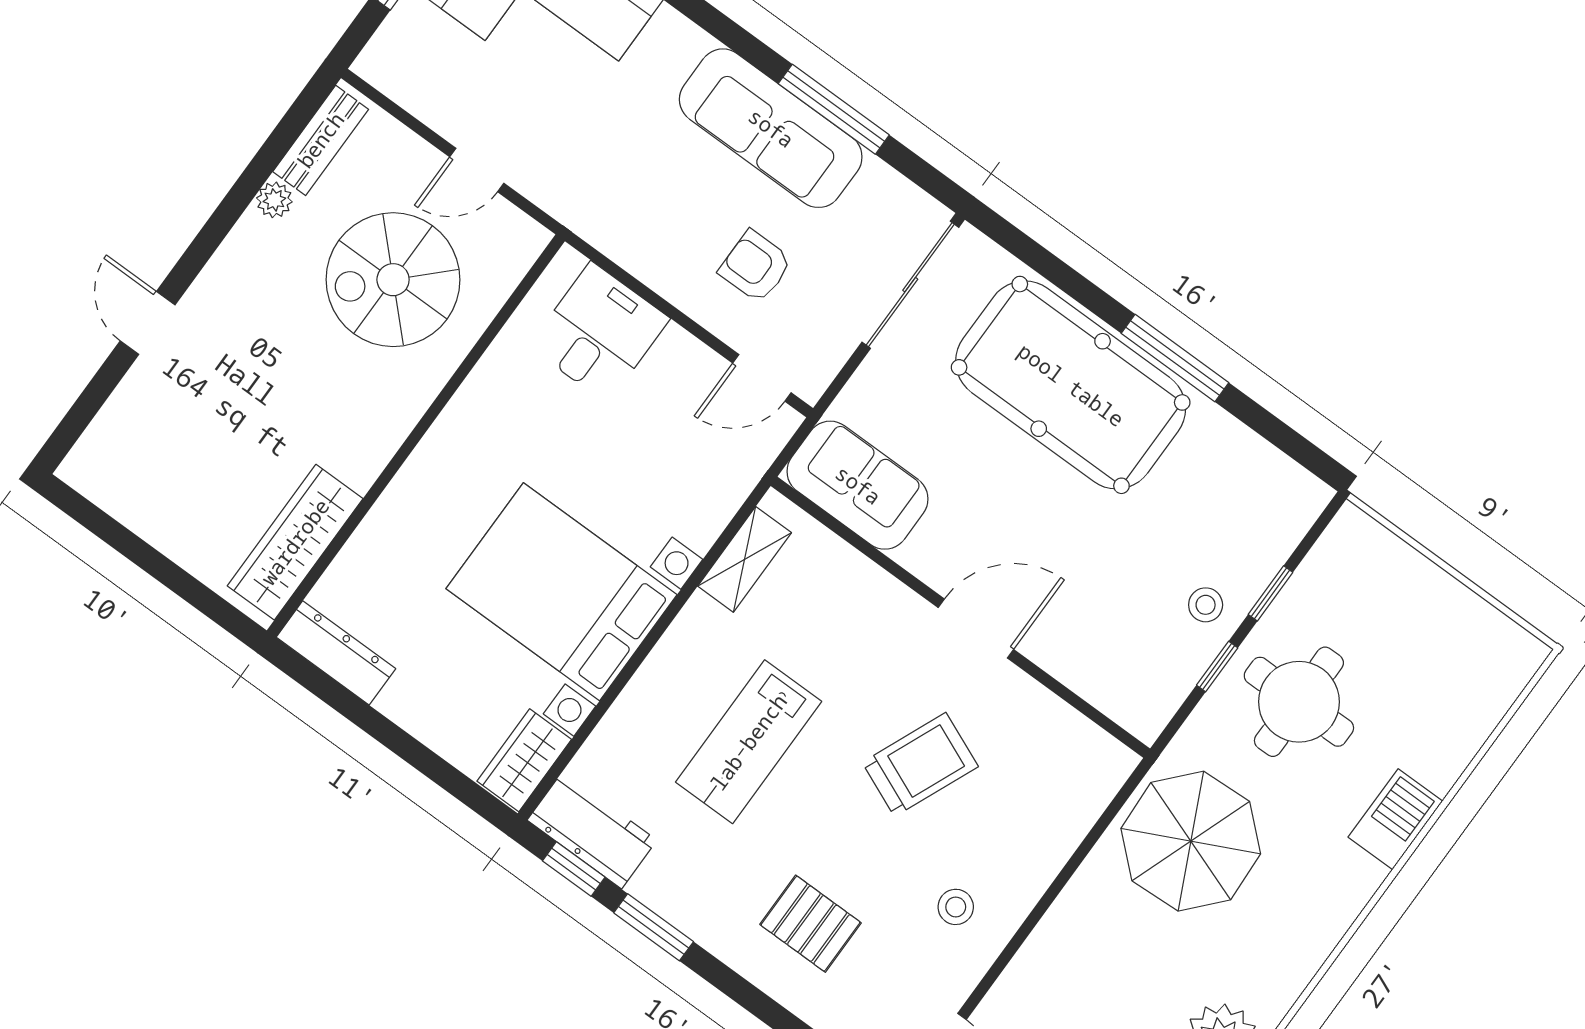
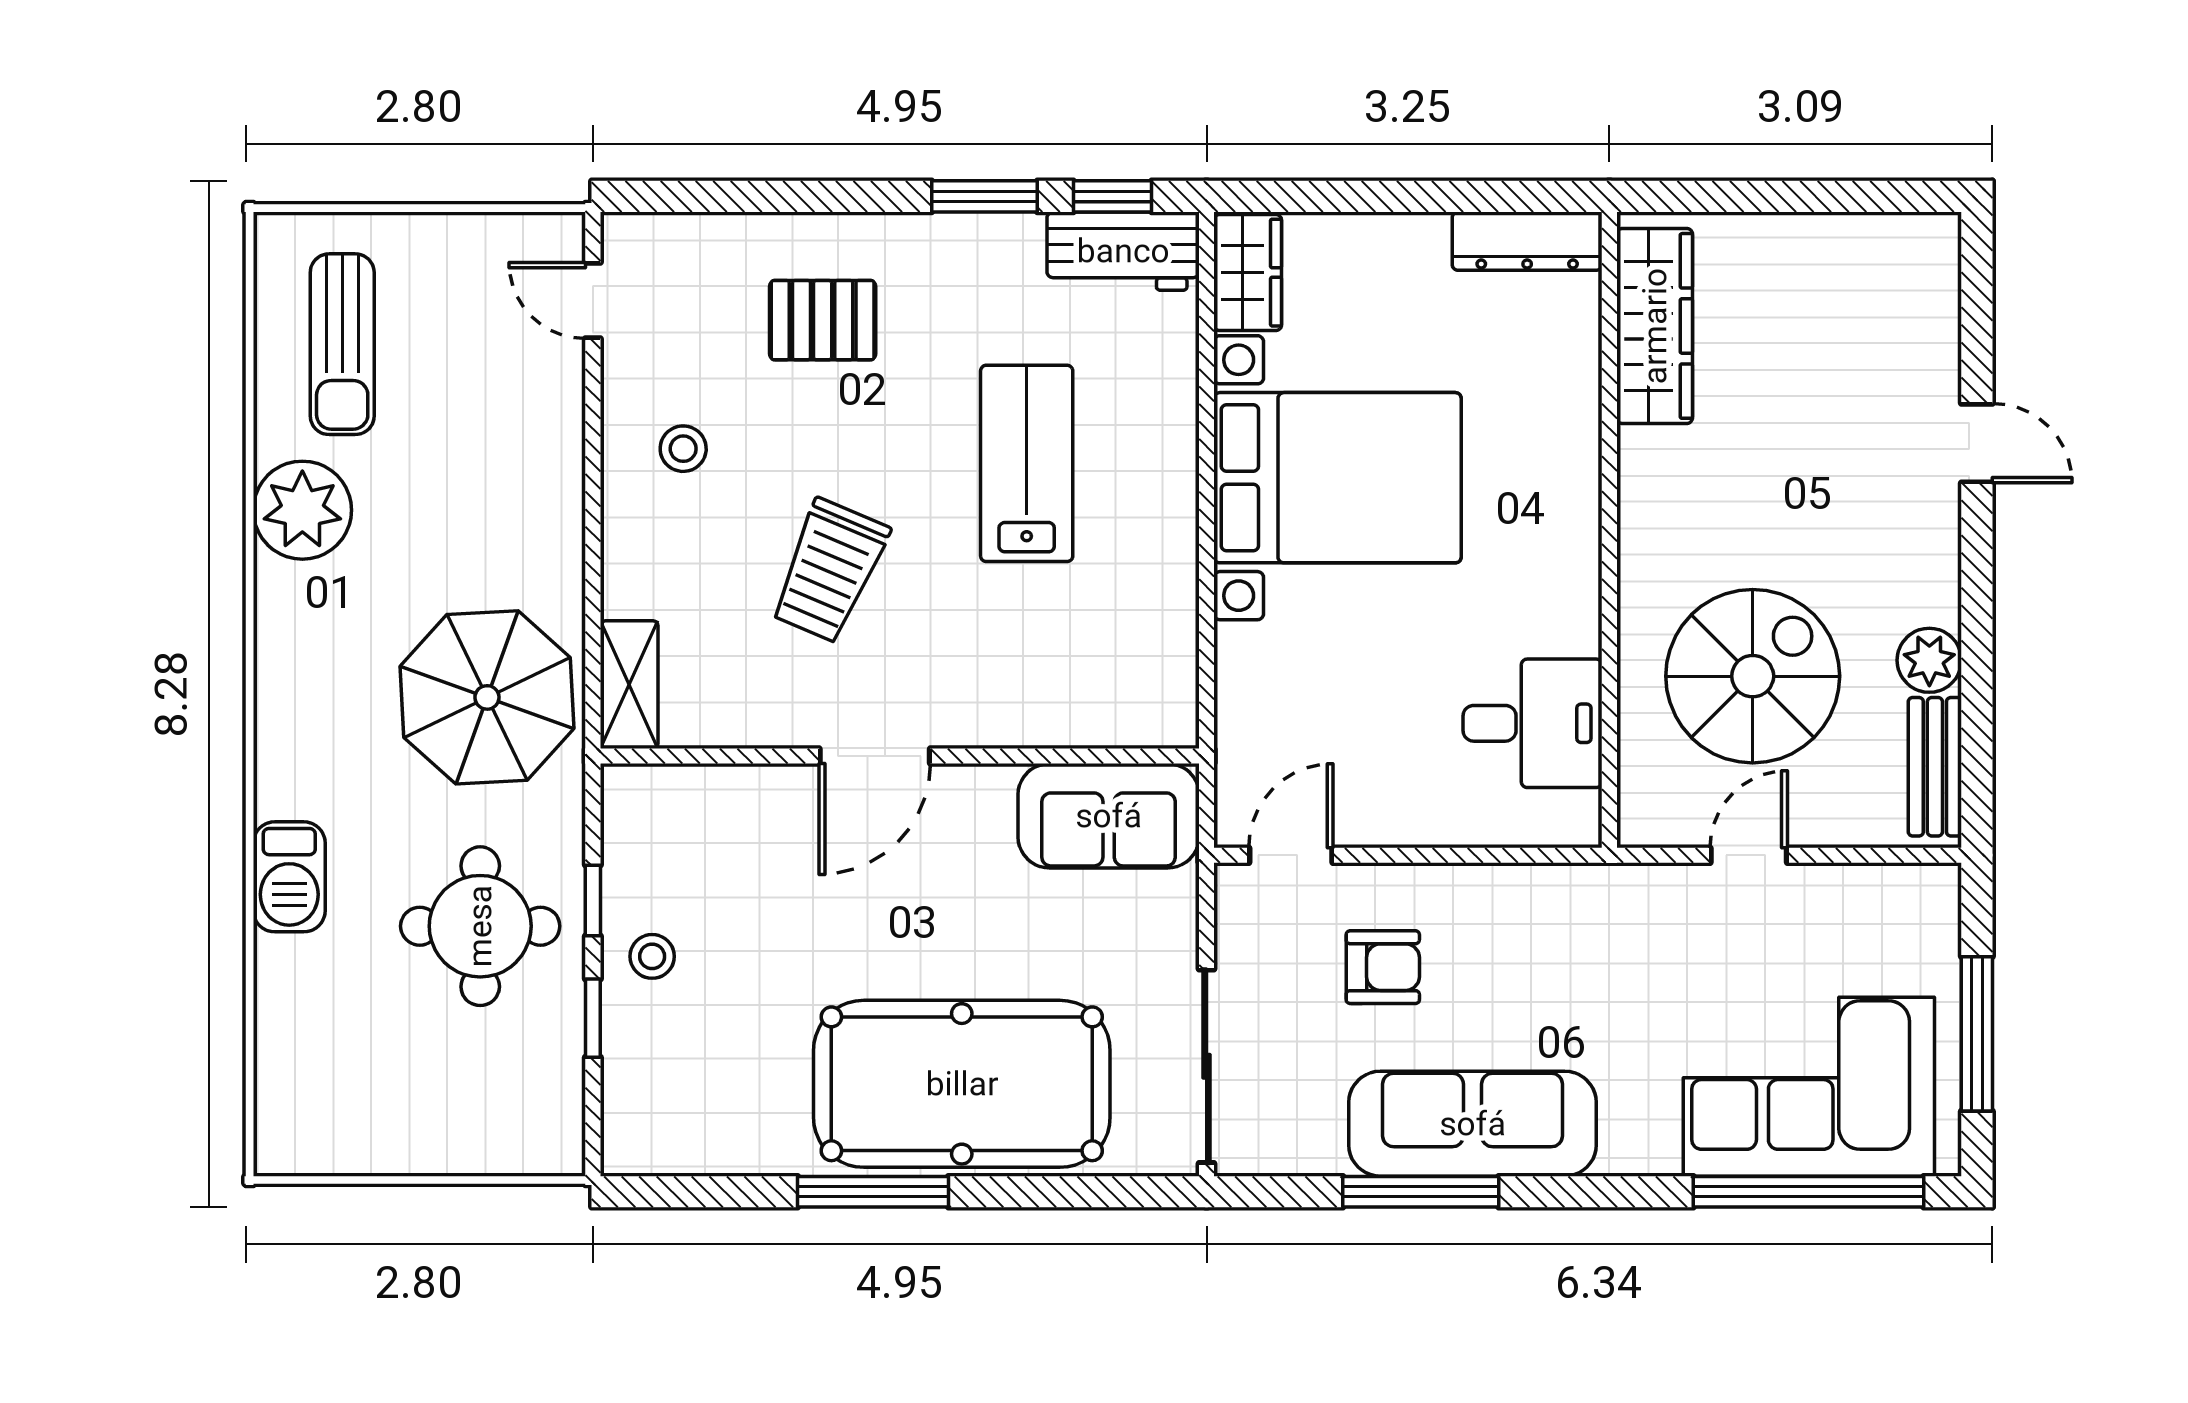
plant: (274, 200) -> (1929, 660), width x1.38, depth x1.38
desk: (599, 332) -> (1533, 723), moved, turned -90
shelving: (745, 559) -> (629, 685), moved

